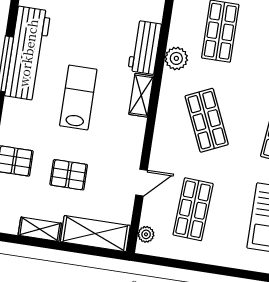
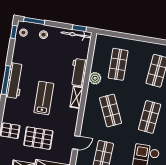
workbench: (28, 53) -> (15, 81), width x0.73, depth x0.76
pallet: (69, 175) -> (38, 138), width x1.50, depth x1.42

